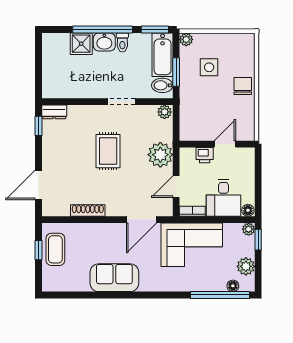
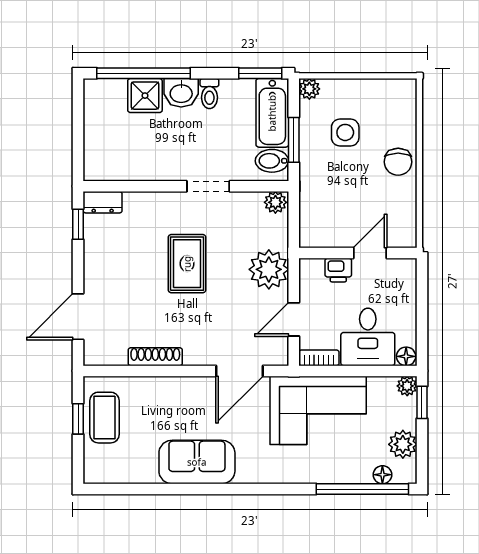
window: (103, 29) -> (144, 73), moved
chair: (243, 86) -> (398, 162), turned 180

